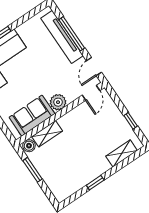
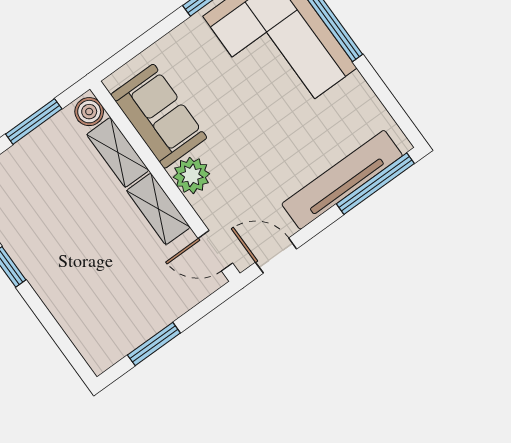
window: (72, 34) -> (375, 184), moved
window: (131, 121) -> (154, 344), width x1.50
shelving: (122, 153) -> (158, 209), moved

